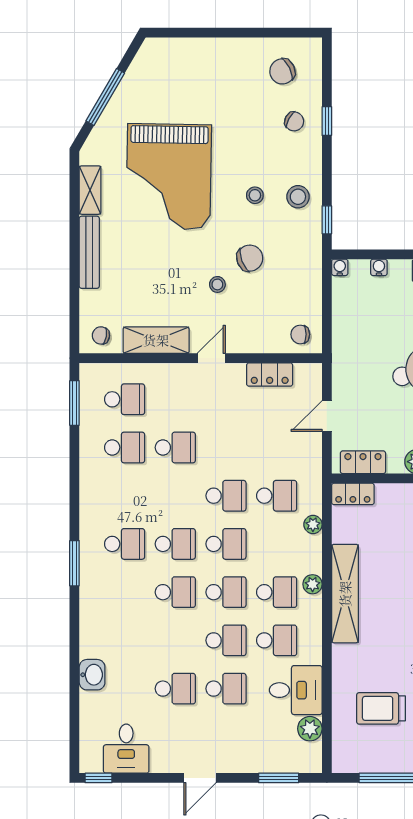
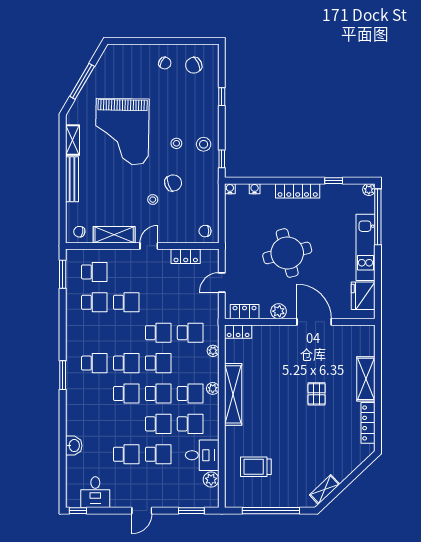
chair: (294, 121) -> (165, 63), moved

